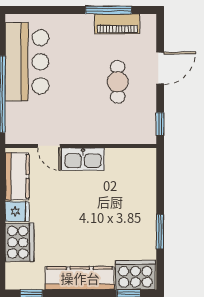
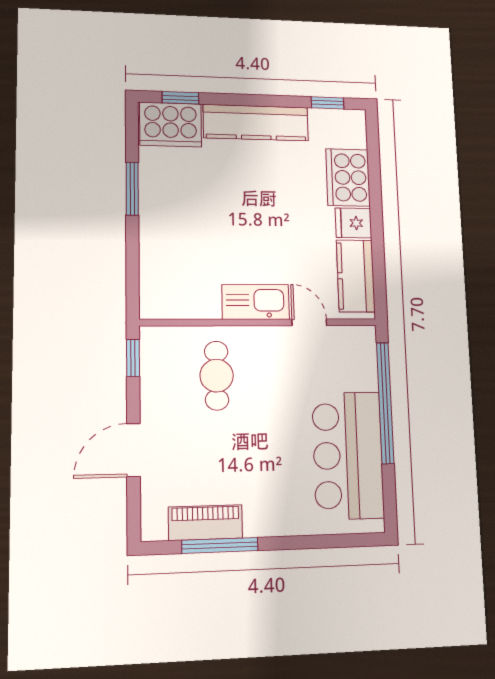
cafe table: (118, 82) -> (217, 376), moved

